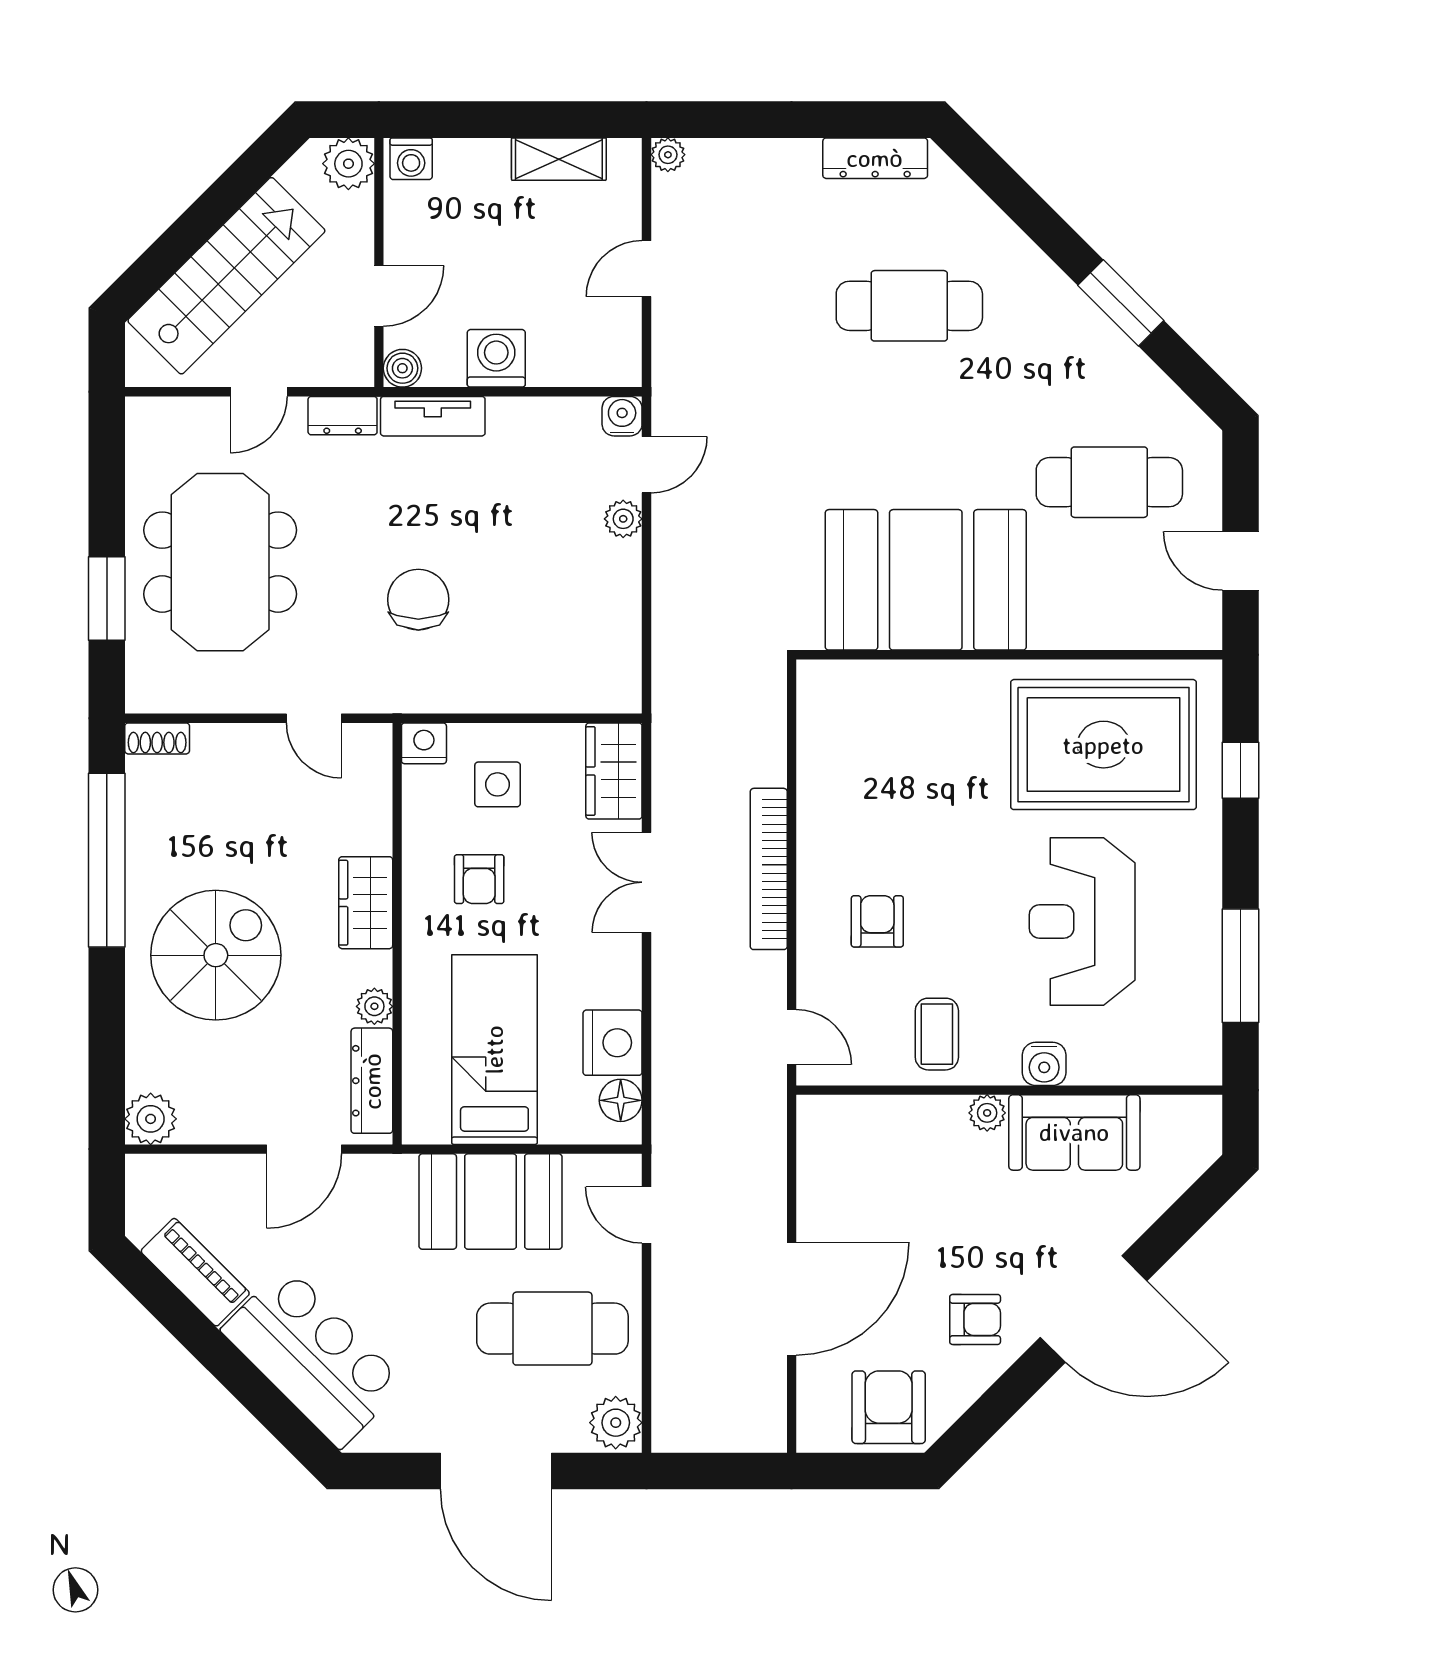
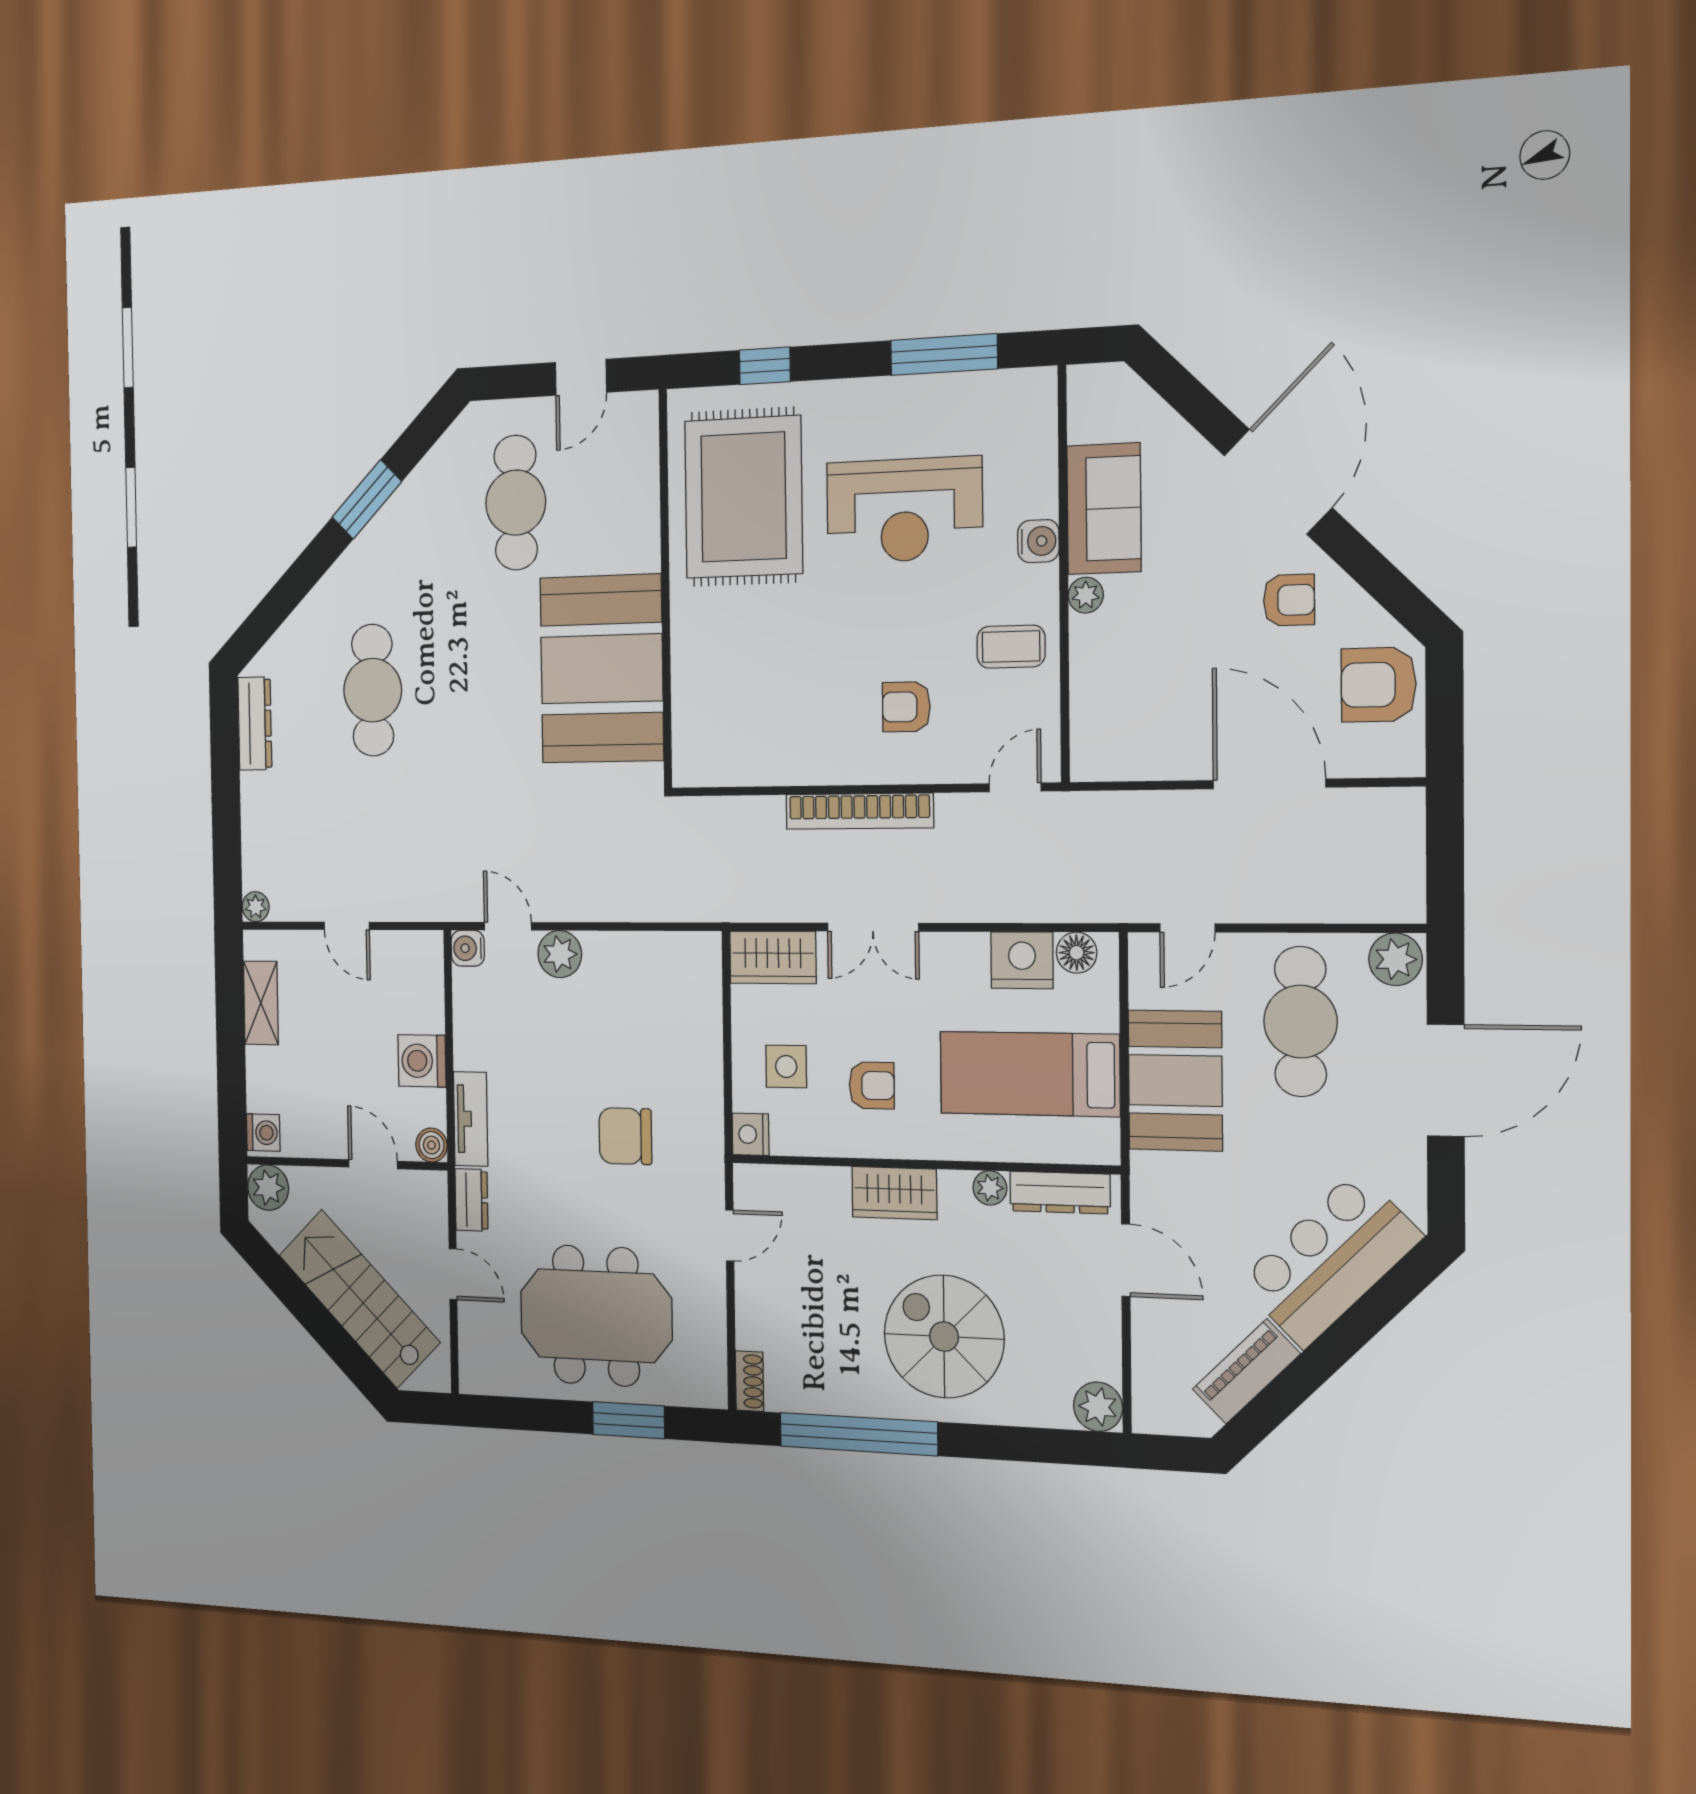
plant: (623, 519) -> (560, 954), width x1.38, depth x1.38
armchair: (975, 1319) -> (1289, 600), turned 90

